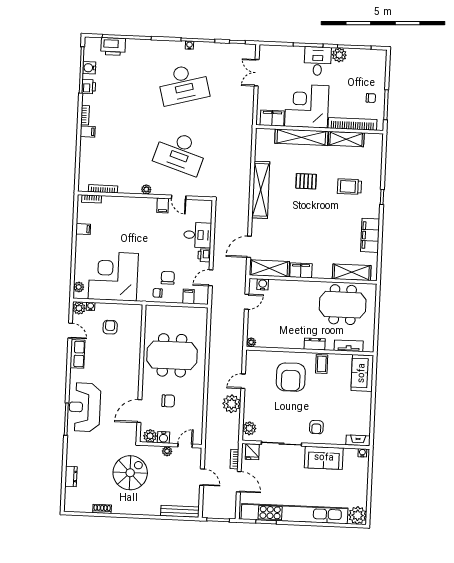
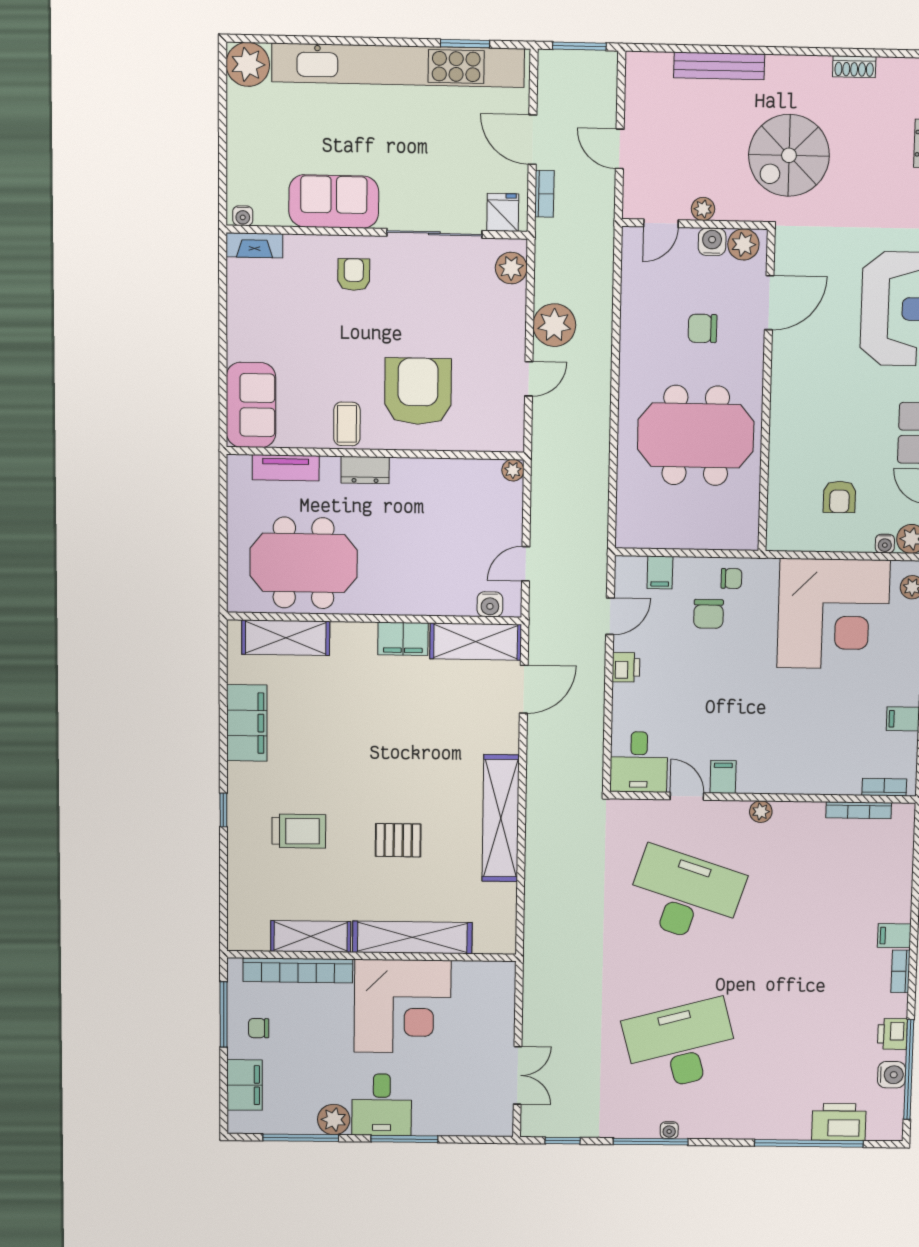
filing cabinet: (272, 118) -> (245, 1085), moved, turned -90
desk: (198, 235) -> (639, 762), moved, turned -90
bench: (180, 511) -> (719, 66), moved

